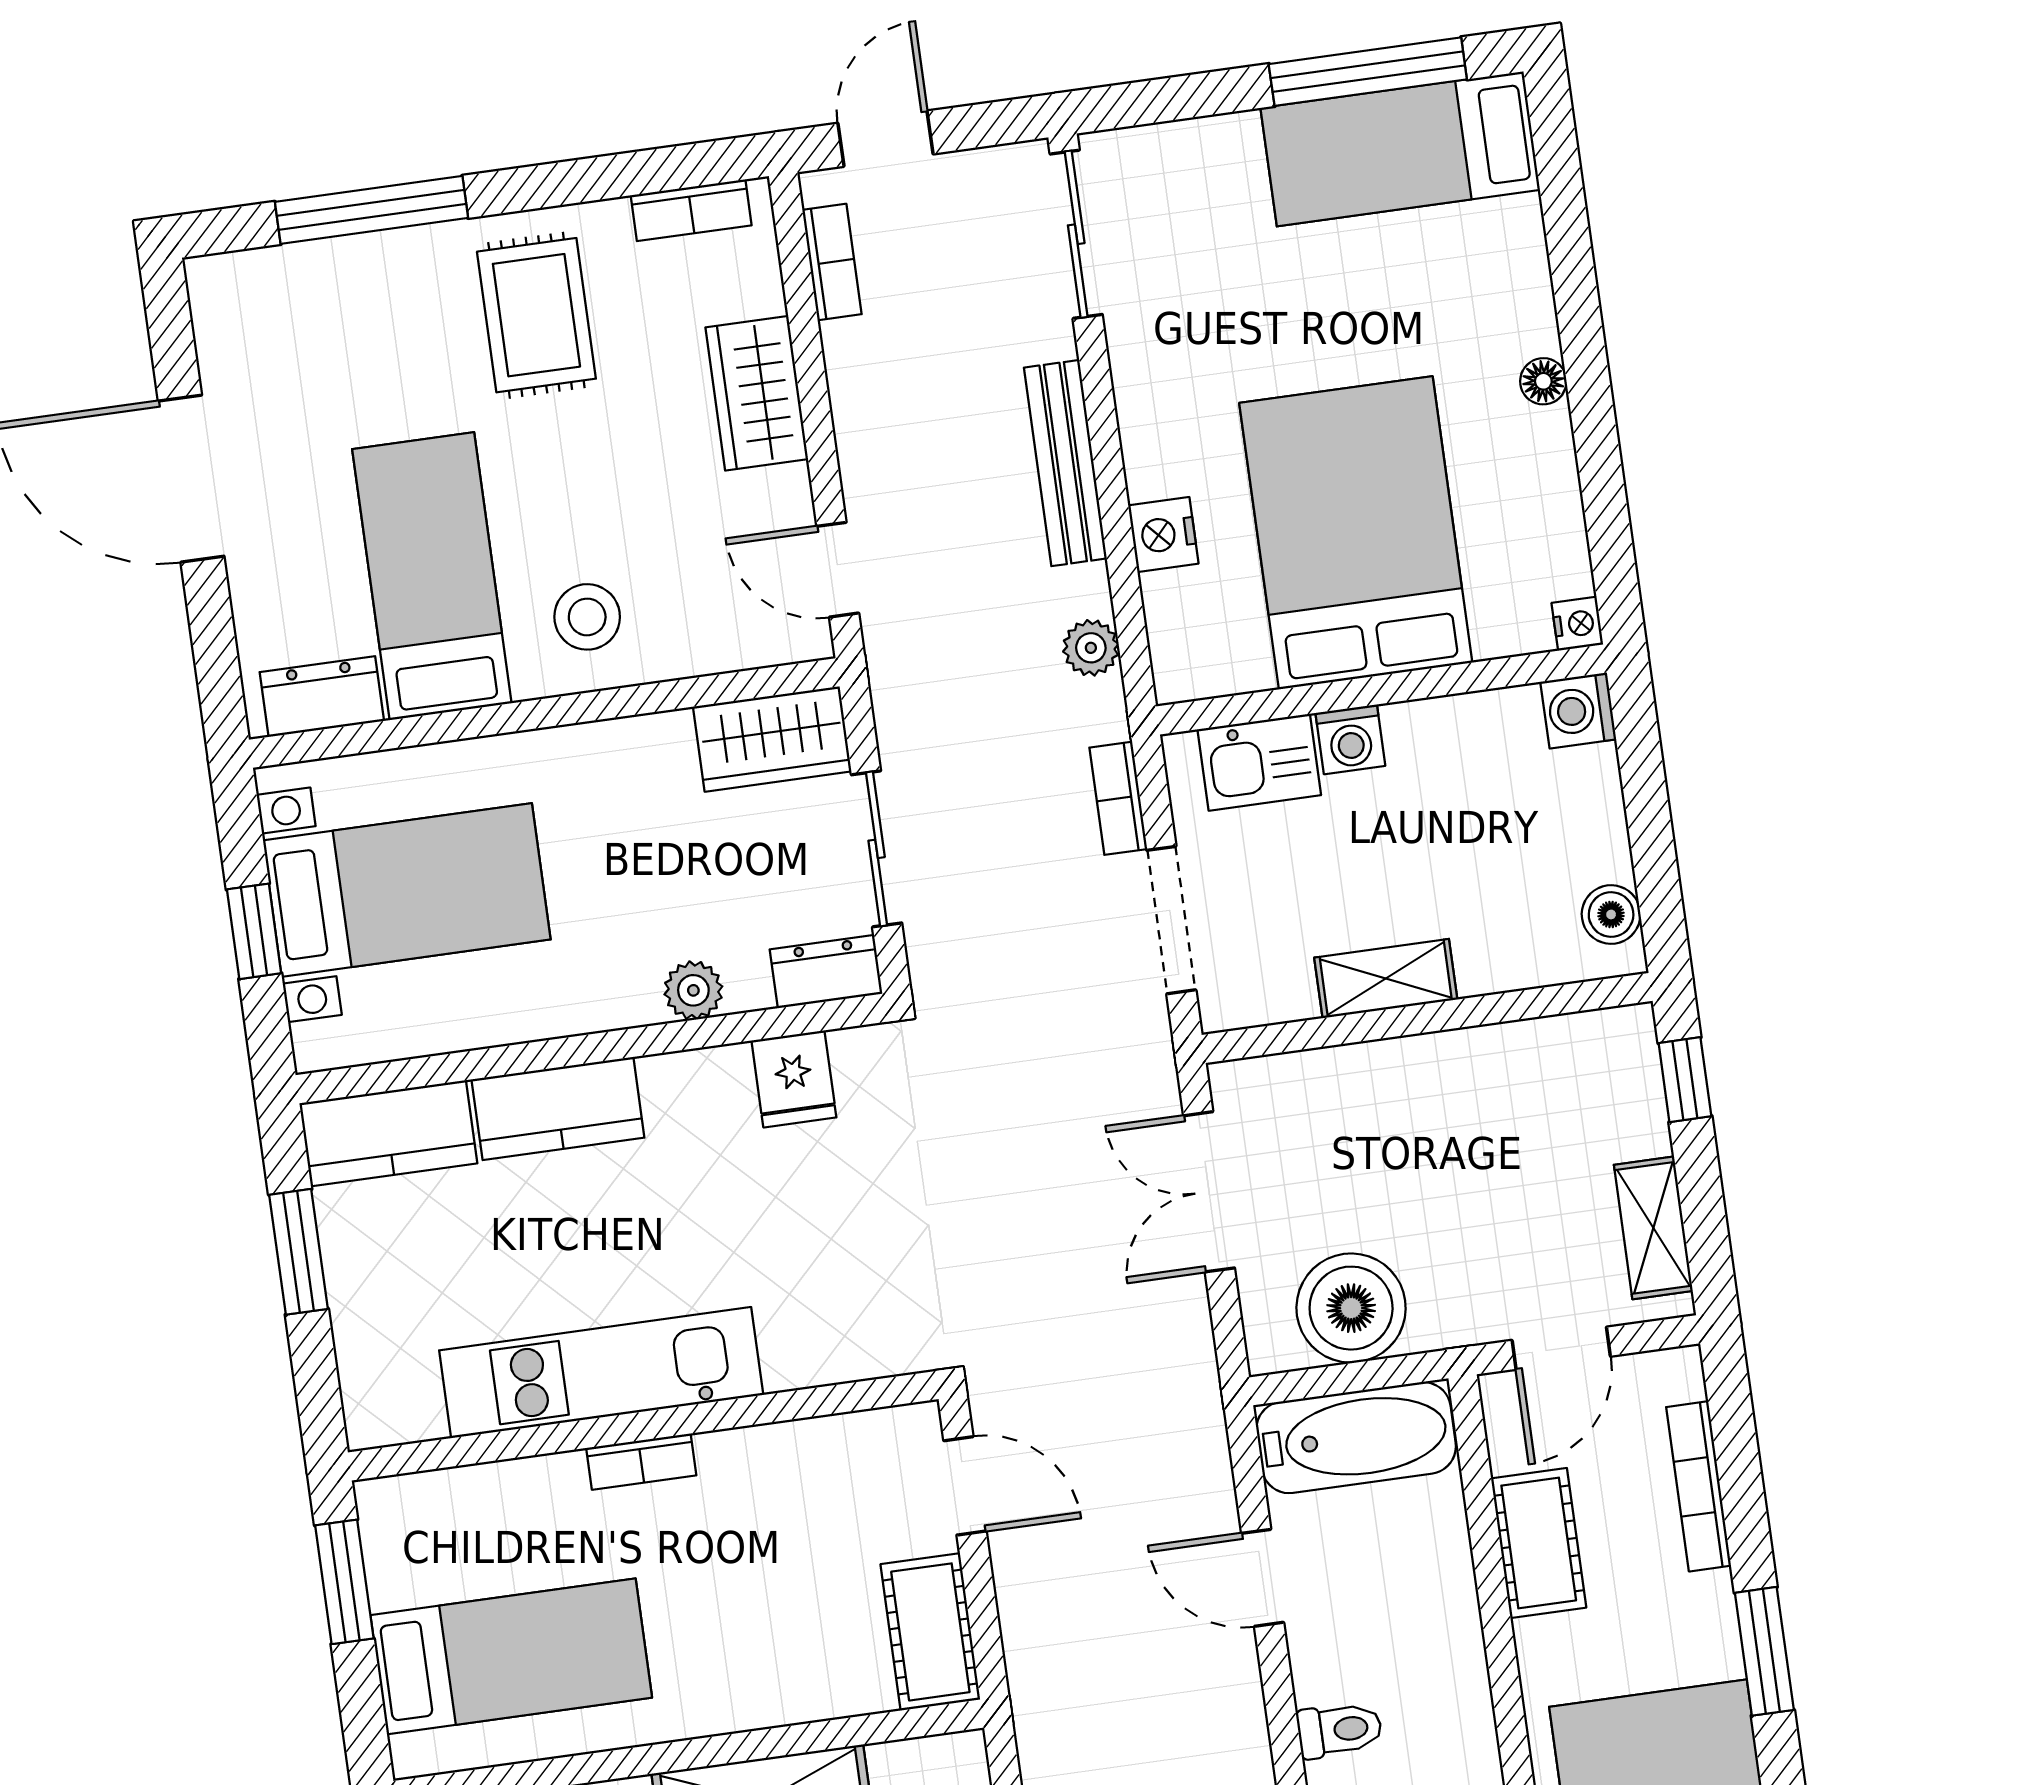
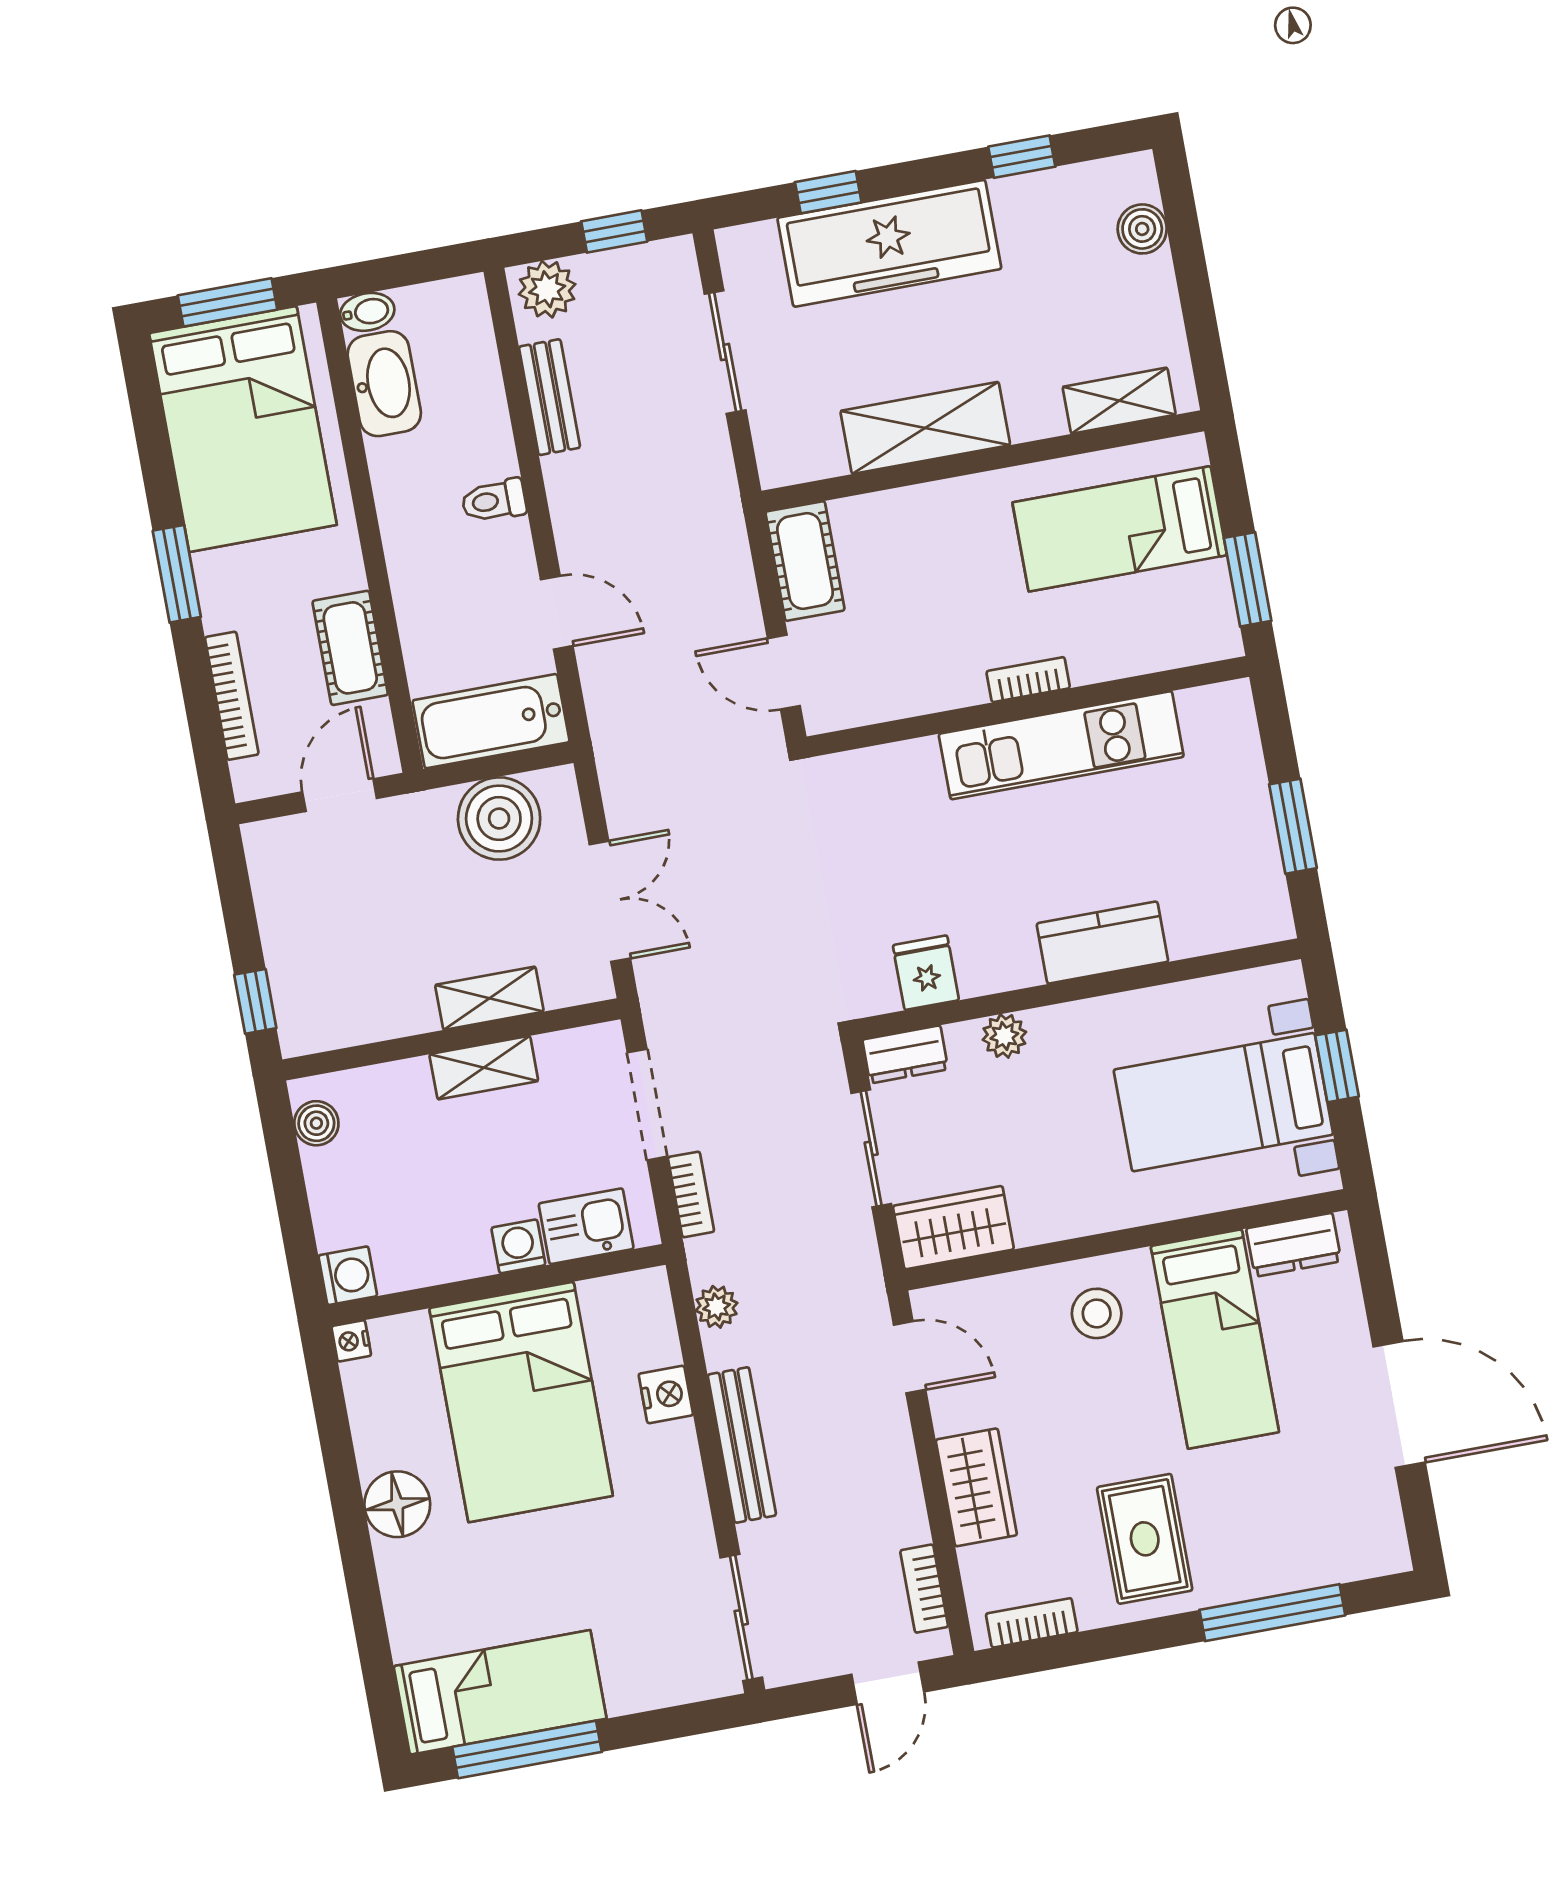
floor lamp: (1543, 381) -> (397, 1504), width x1.89, depth x1.89
kitchen counter: (388, 1133) -> (1229, 918), removed
shelving: (1653, 1228) -> (489, 998), moved, turned 90

